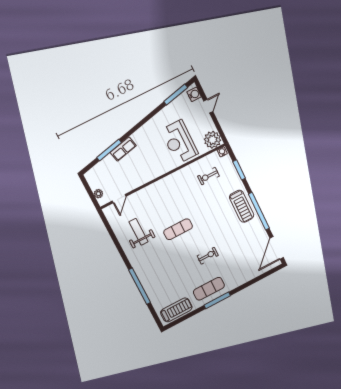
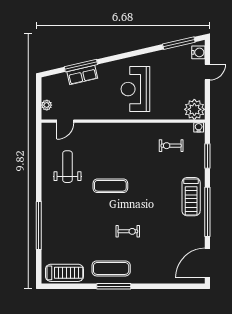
reception desk: (179, 142) -> (135, 89), moved
row of seats: (123, 149) -> (82, 75), moved

